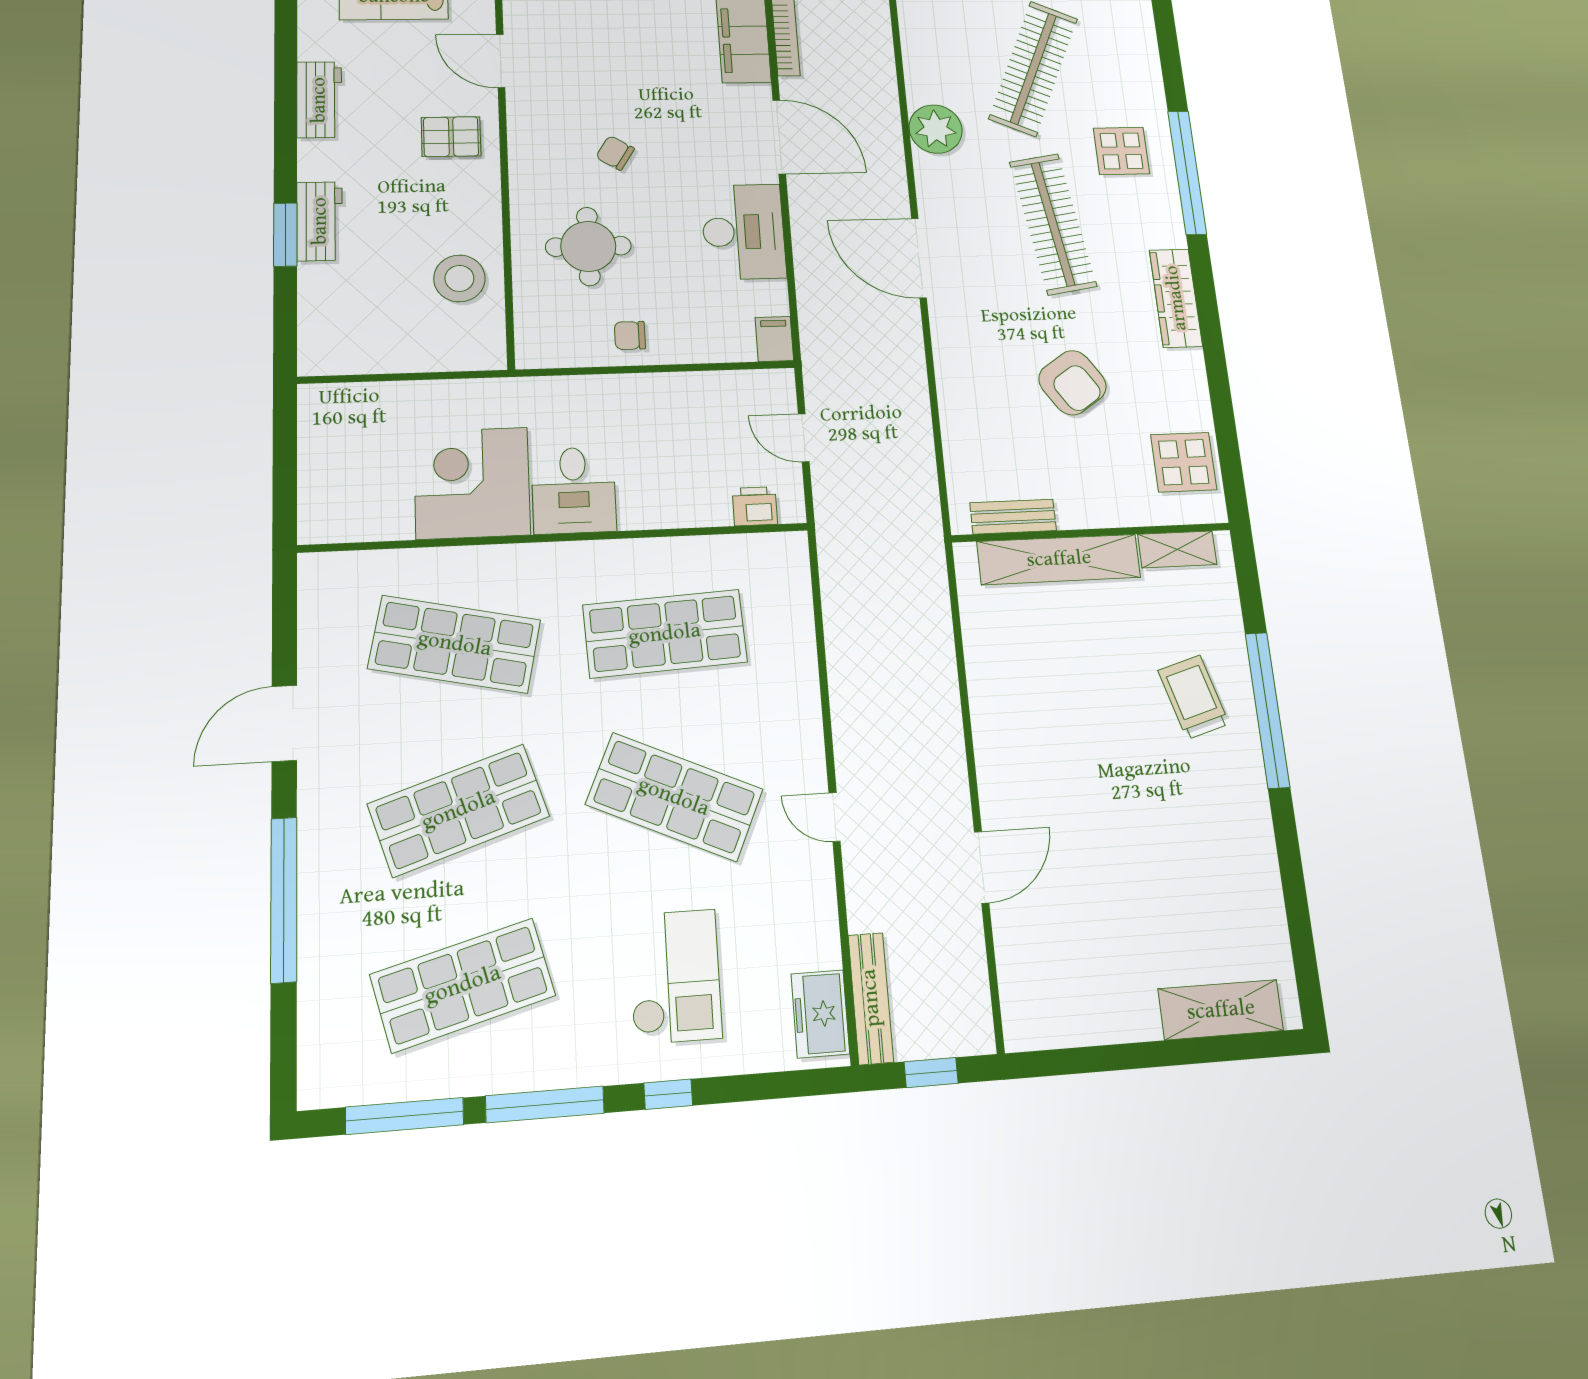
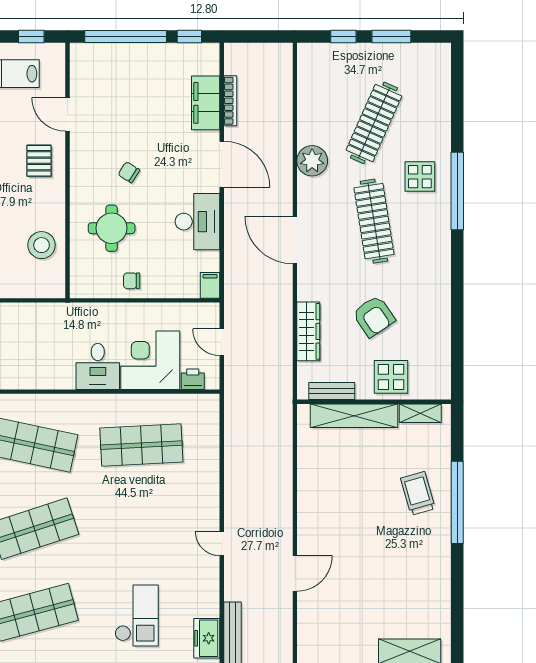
pallet: (451, 137) -> (39, 161), turned 90
wardrobe: (1176, 298) -> (308, 331), moved, turned 180
display table: (1184, 462) -> (391, 377), moved
corner desk: (472, 483) -> (150, 360), moved
shop shelf: (674, 797) -> (141, 529), removed

